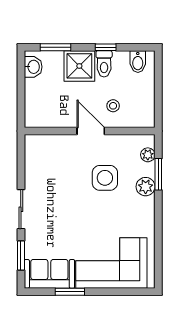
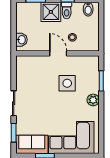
washbasin: (33, 67) -> (21, 40), moved
plant: (148, 155) -> (95, 69), removed
plant: (146, 187) -> (93, 100), moved

